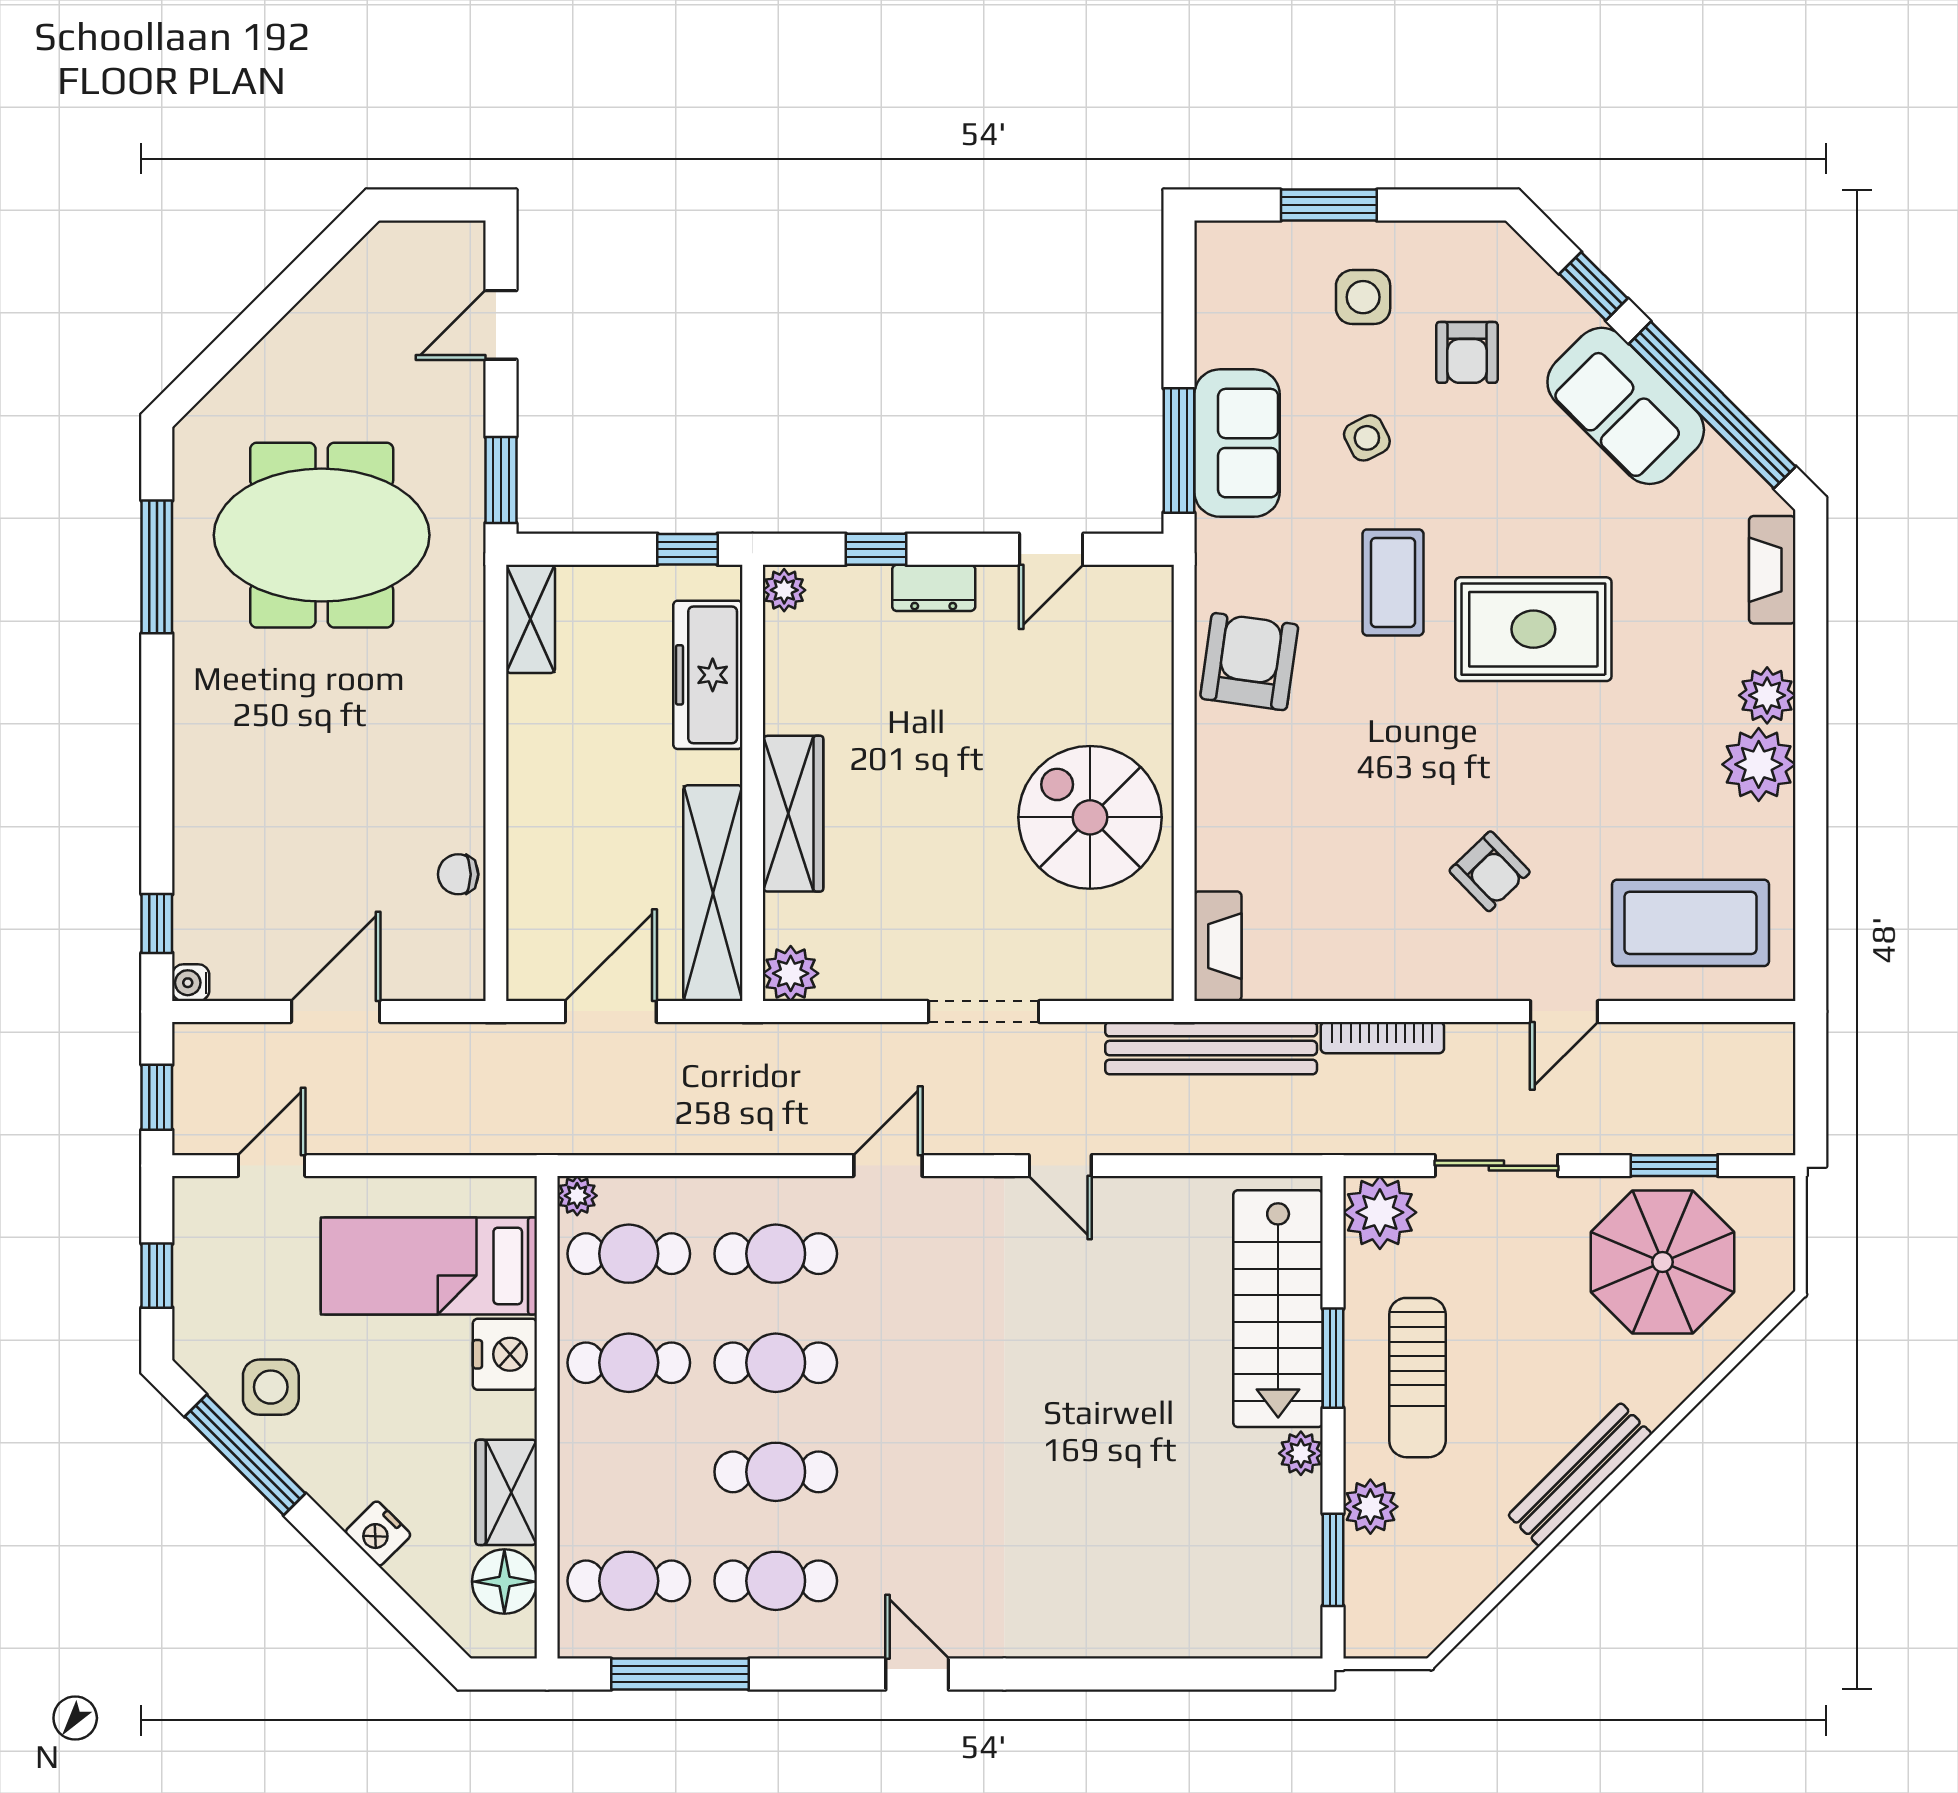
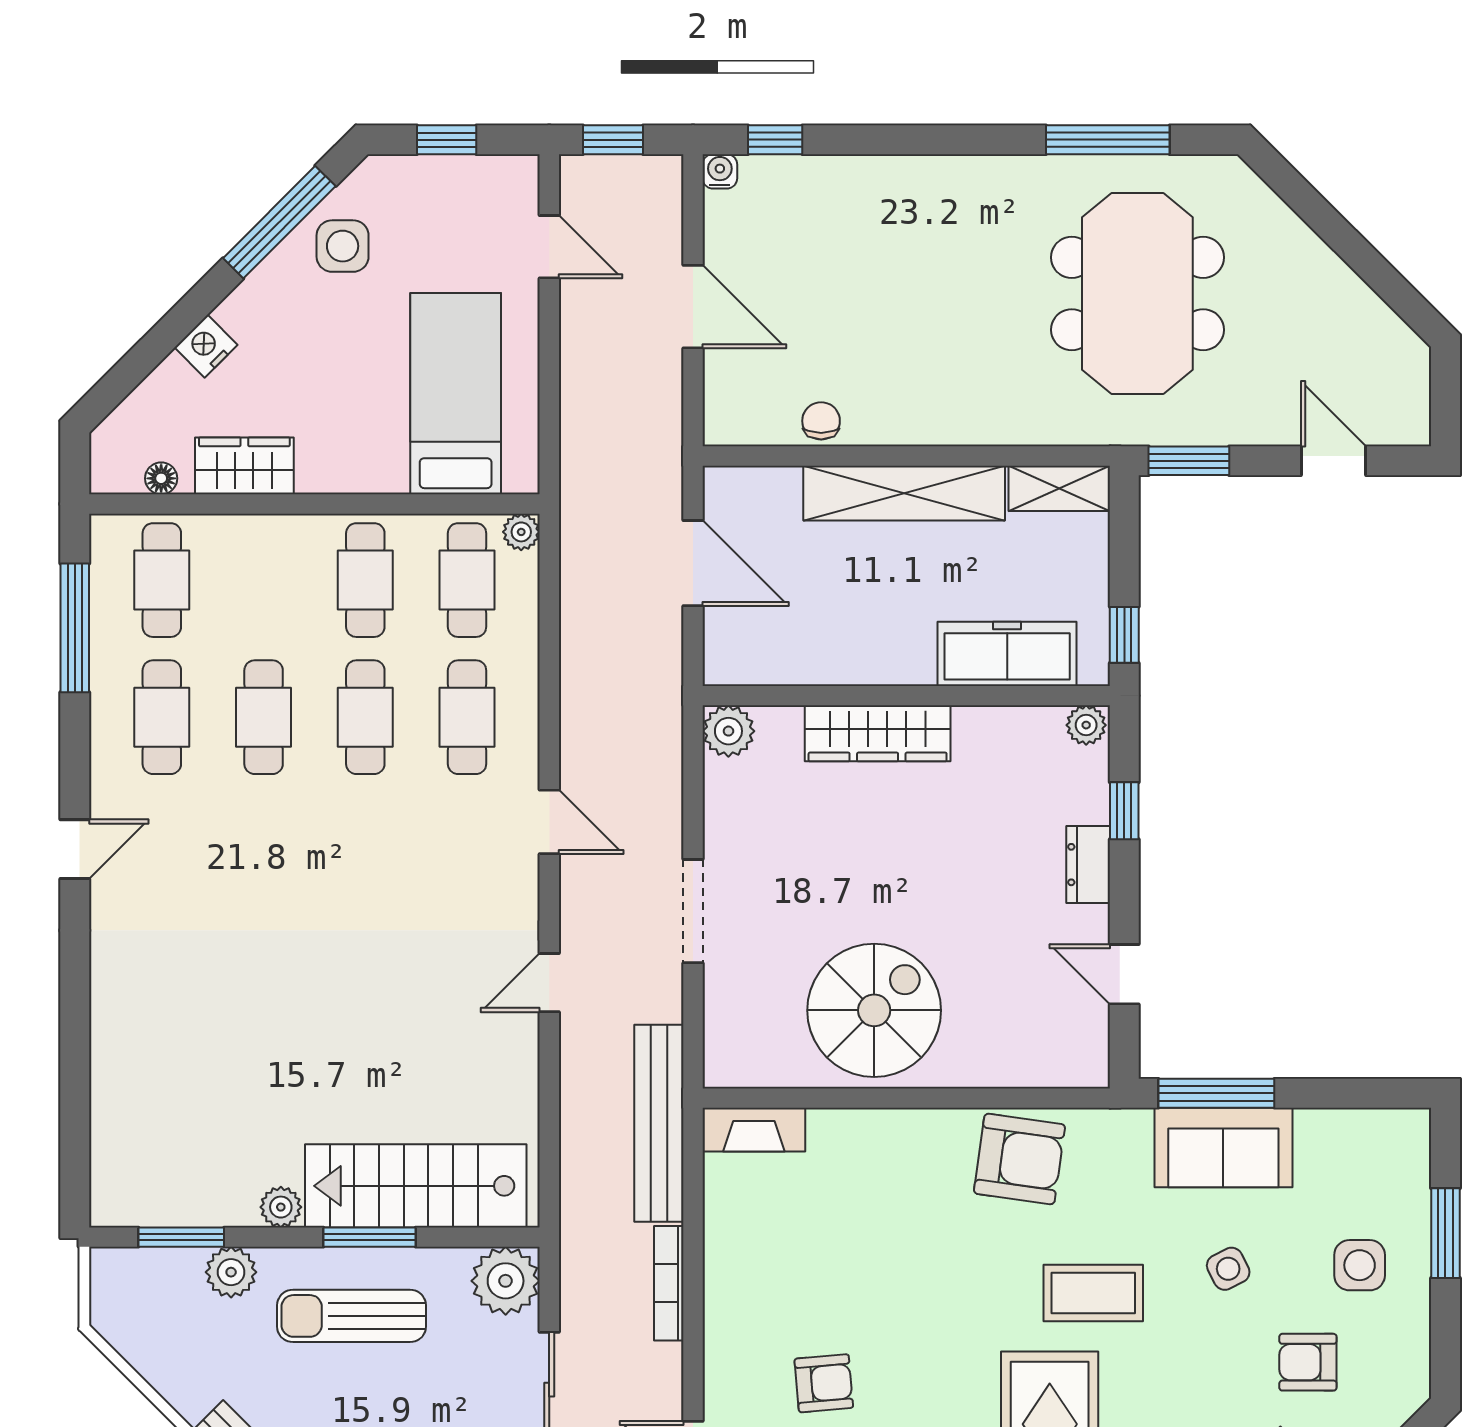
armchair: (1490, 871) -> (824, 1383), turned -141
shelving: (713, 893) -> (904, 493), moved
nightstand: (505, 1354) -> (373, 465), removed
floor lamp: (504, 1582) -> (161, 478), width x0.53, depth x0.53

